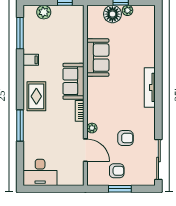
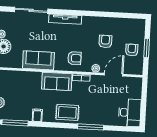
armchair: (103, 101) -> (74, 58), added
sliding door: (158, 159) -> (31, 10), moved

